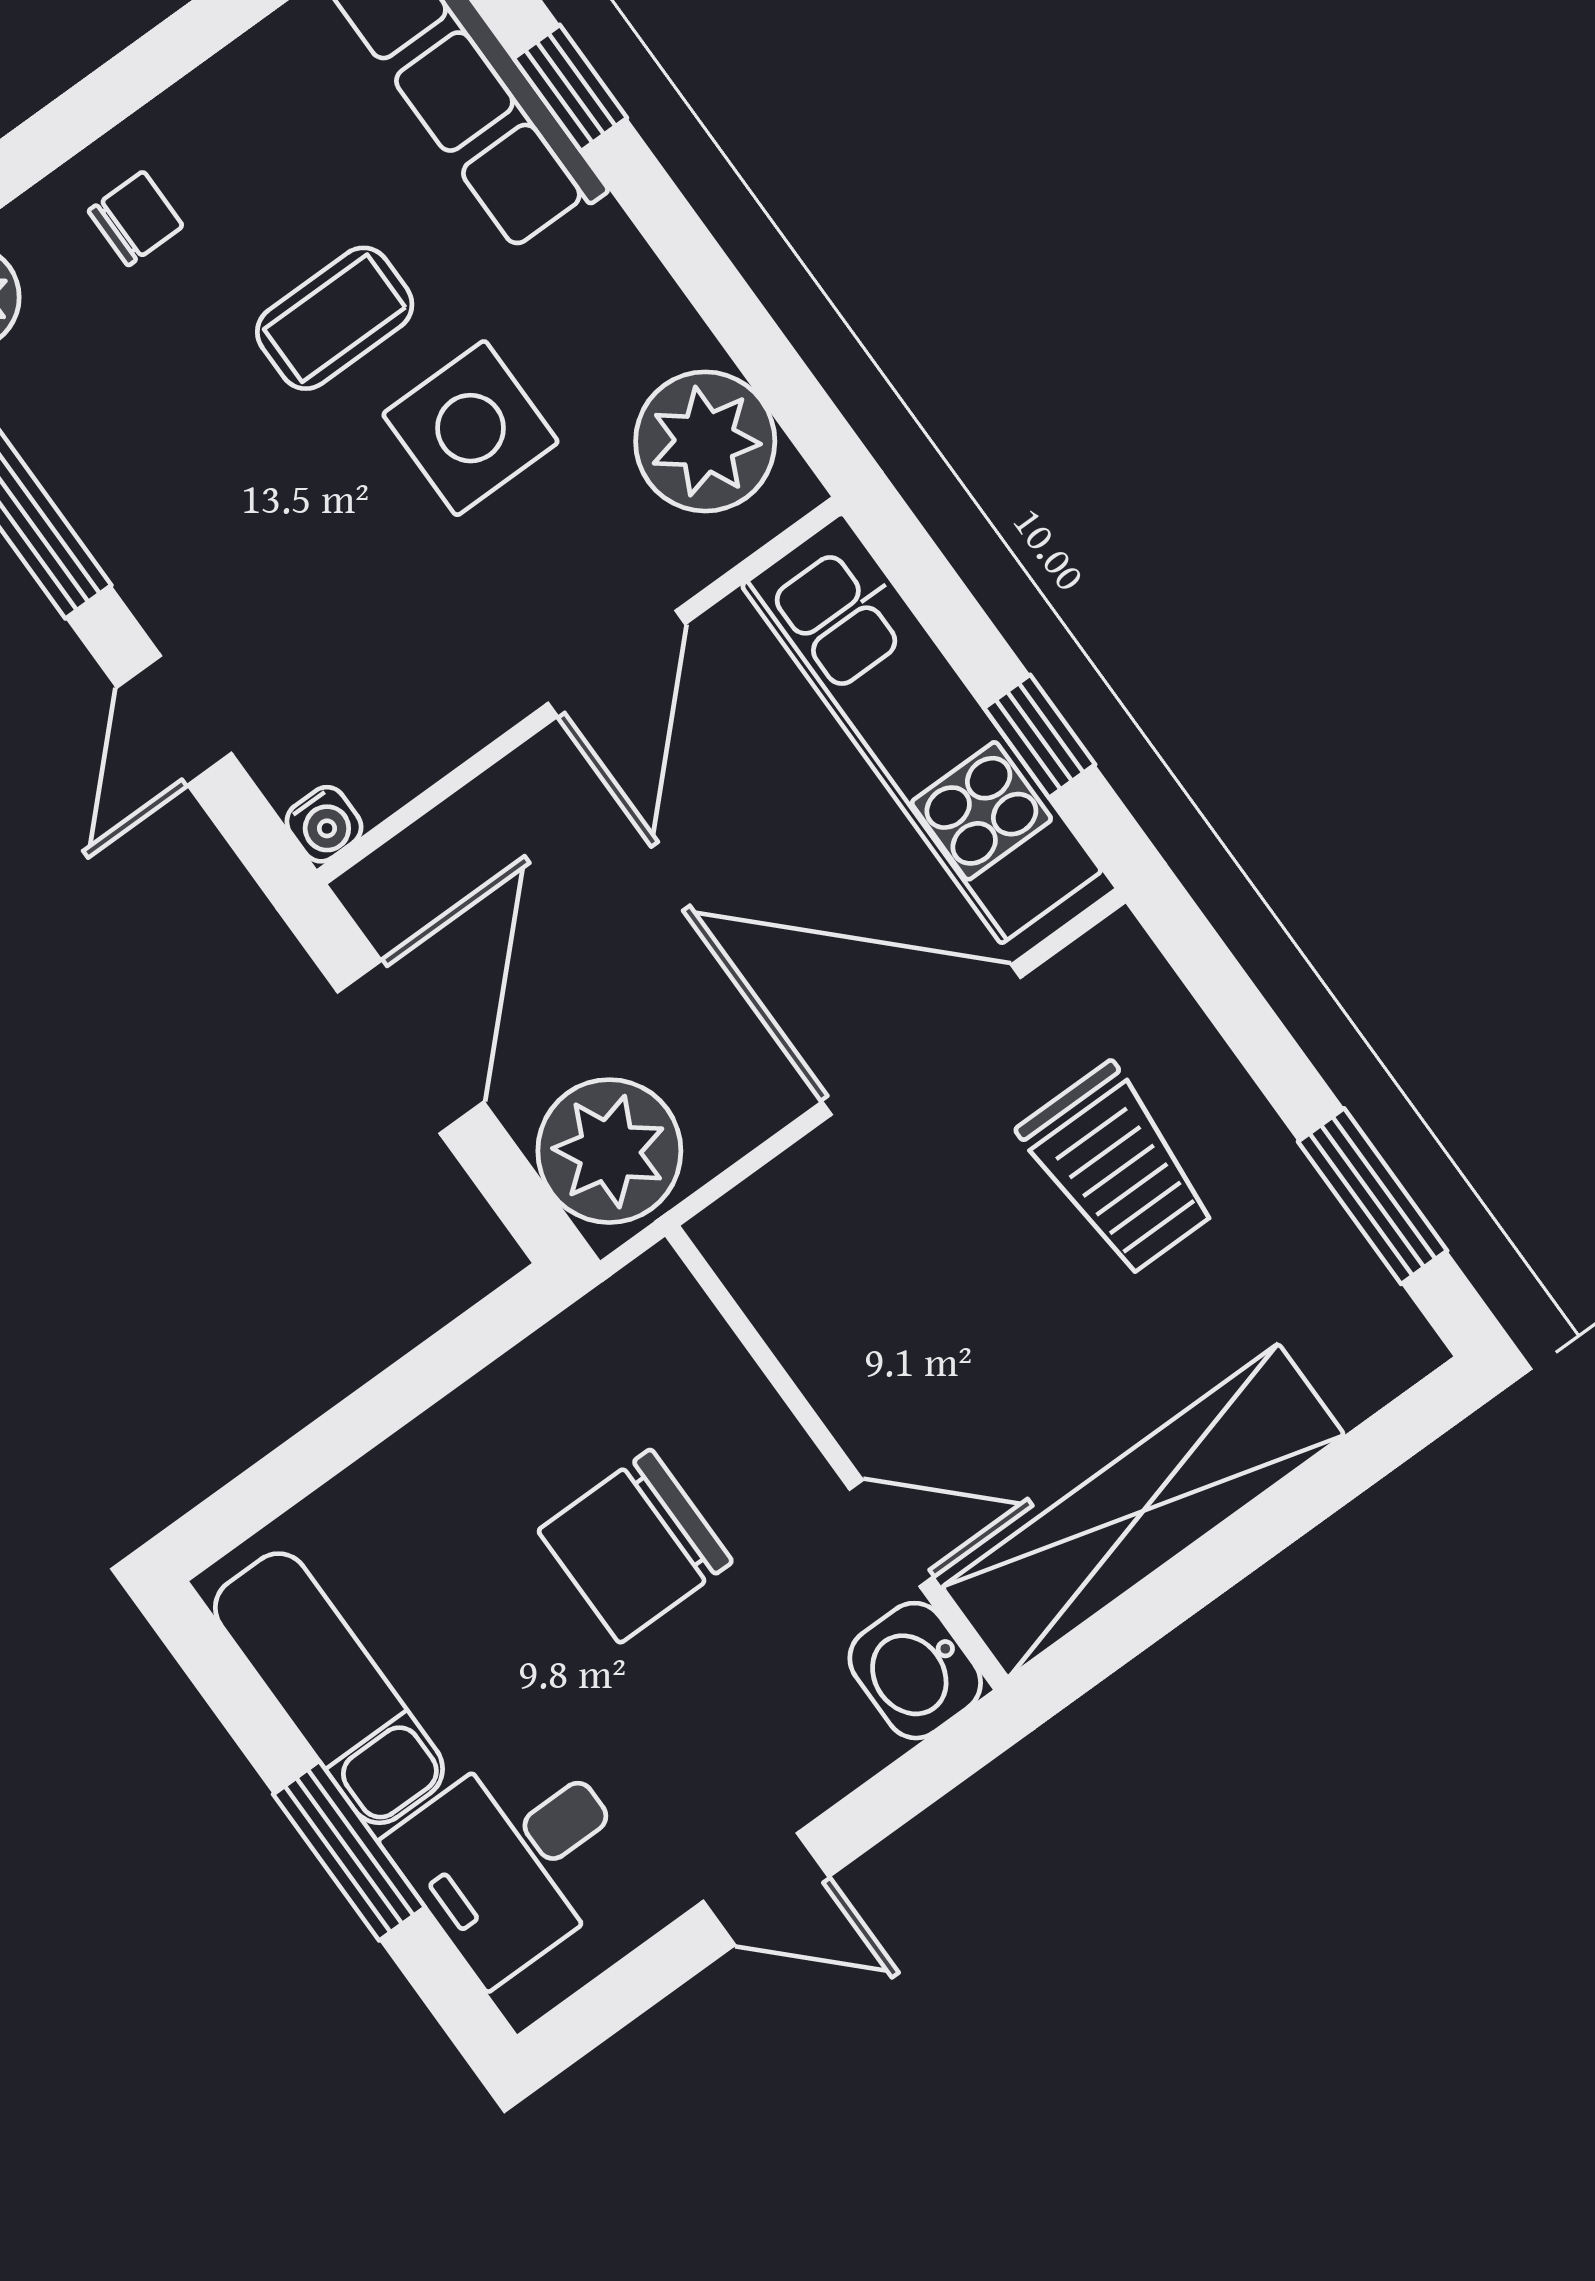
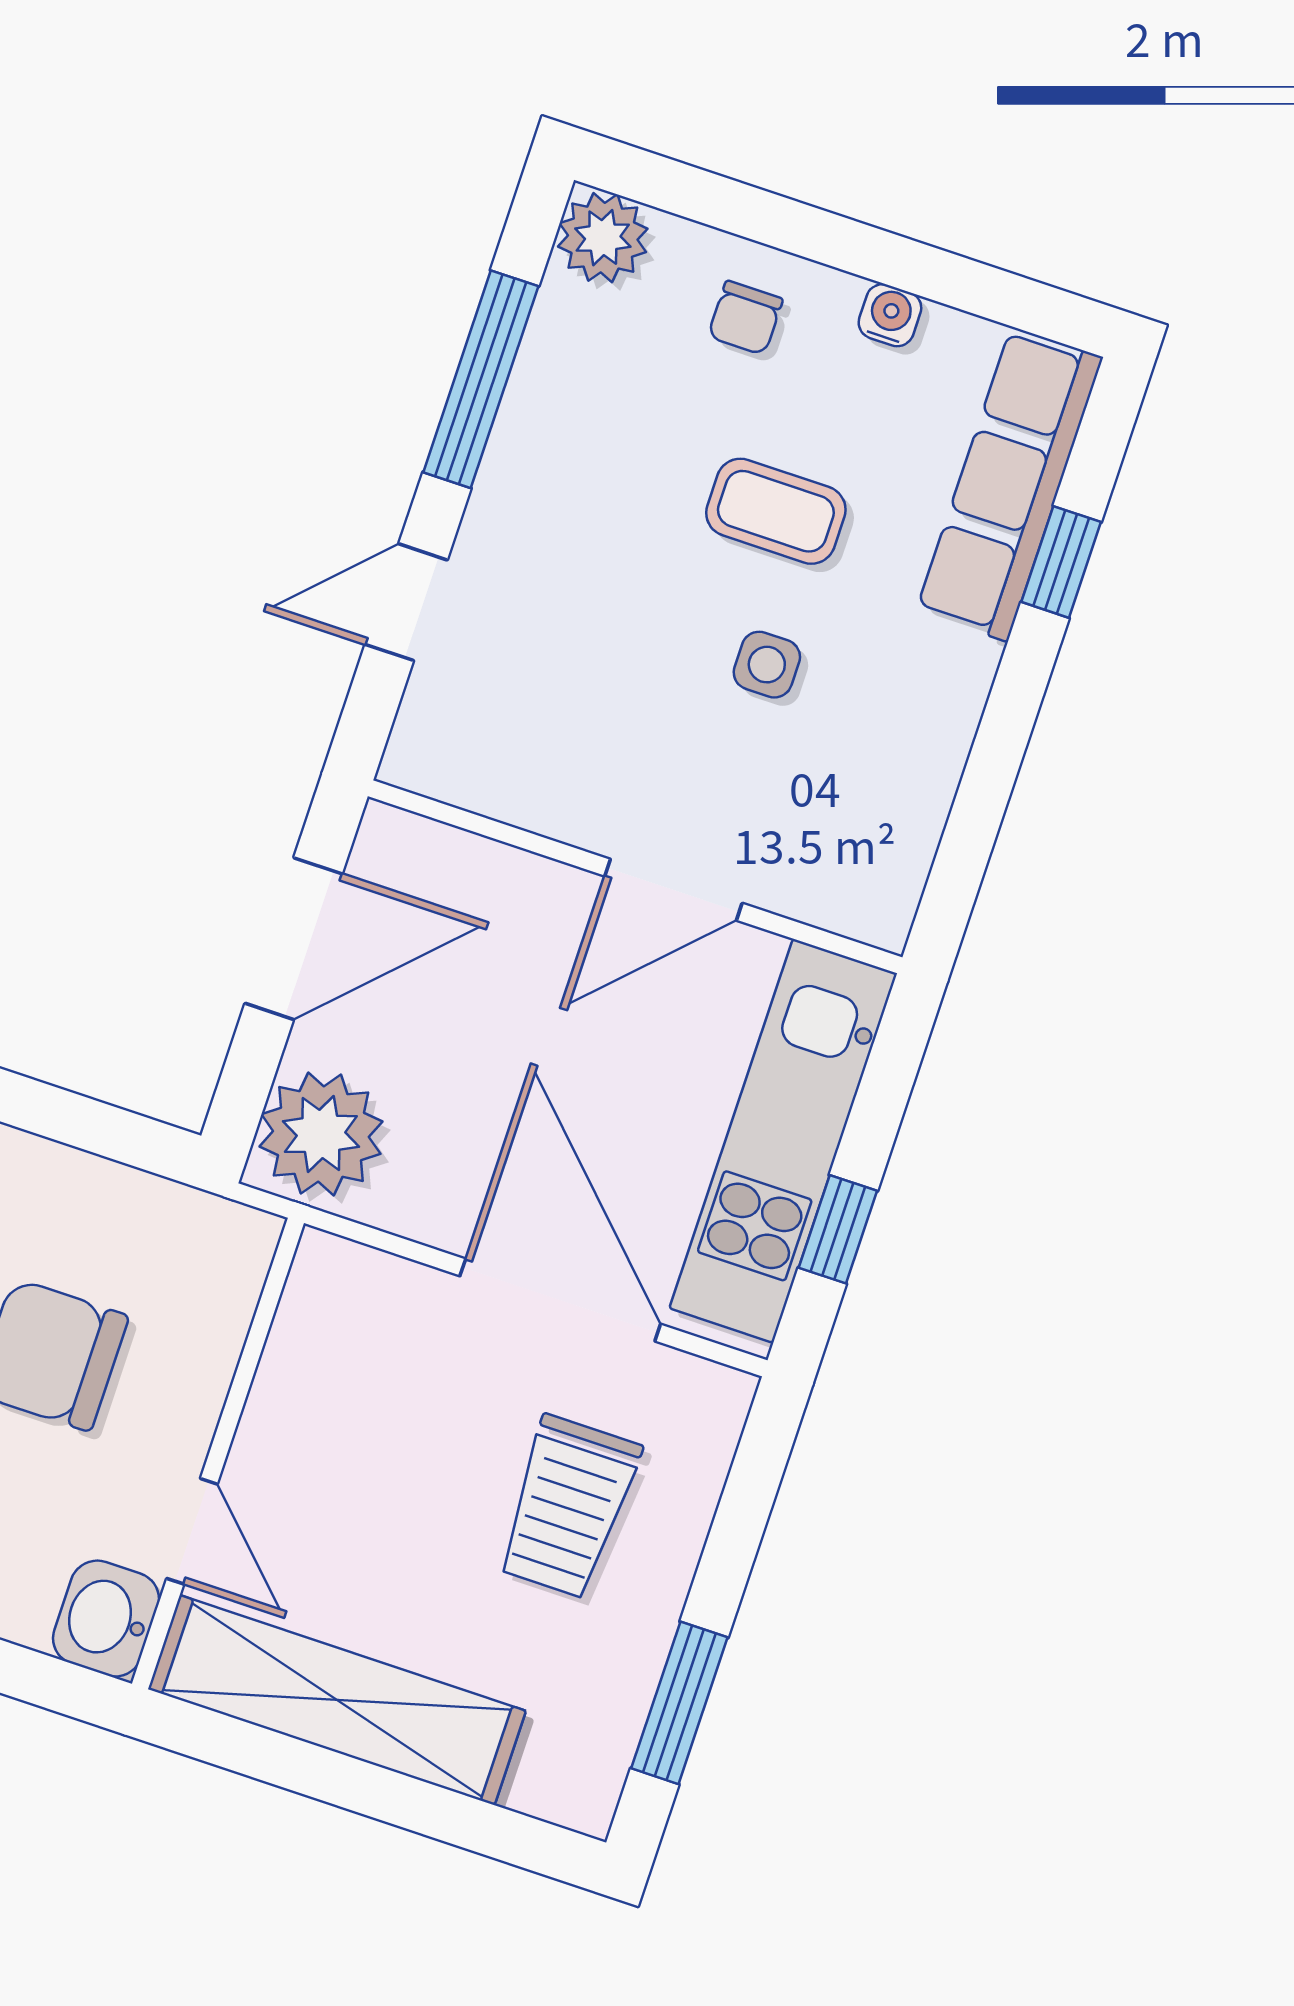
chair: (136, 218) -> (745, 318), turned 90
side table: (471, 428) -> (767, 665), width x0.54, depth x0.54
plant: (705, 441) -> (877, 839), removed
water cooler: (324, 824) -> (890, 315), moved, turned 180

